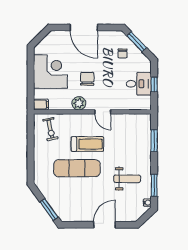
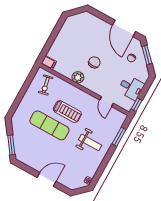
door: (84, 27) -> (124, 28), moved
corner desk: (50, 72) -> (70, 42), removed
window: (154, 85) -> (137, 105), moved
door: (103, 112) -> (106, 102), moved
weight bench: (127, 179) -> (90, 142), moved
window: (154, 185) -> (100, 170), removed

